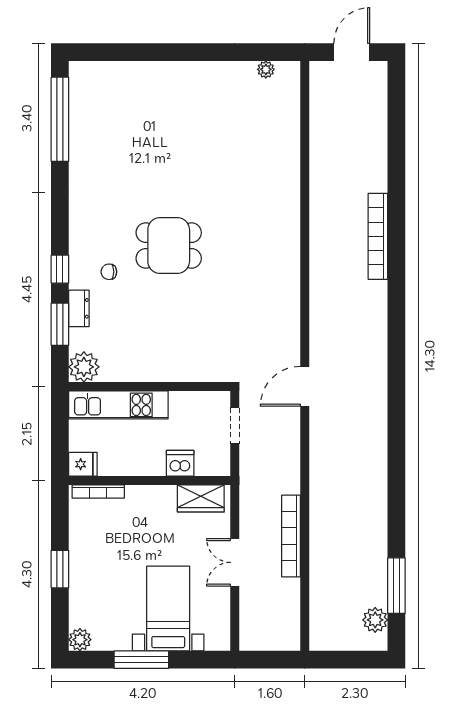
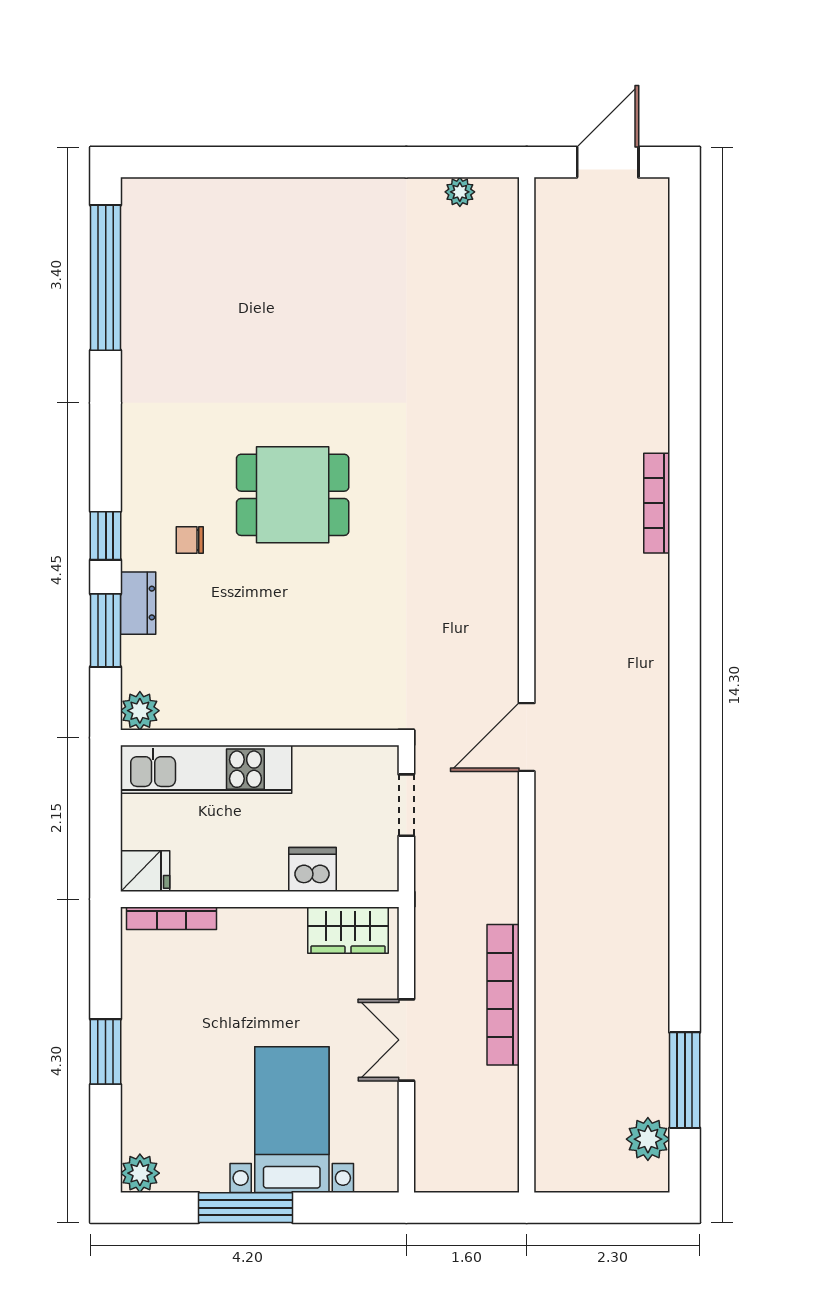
bookcase: (378, 236) -> (657, 503), width x0.68, depth x0.76
plant: (84, 367) -> (140, 711), width x0.73, depth x0.73

